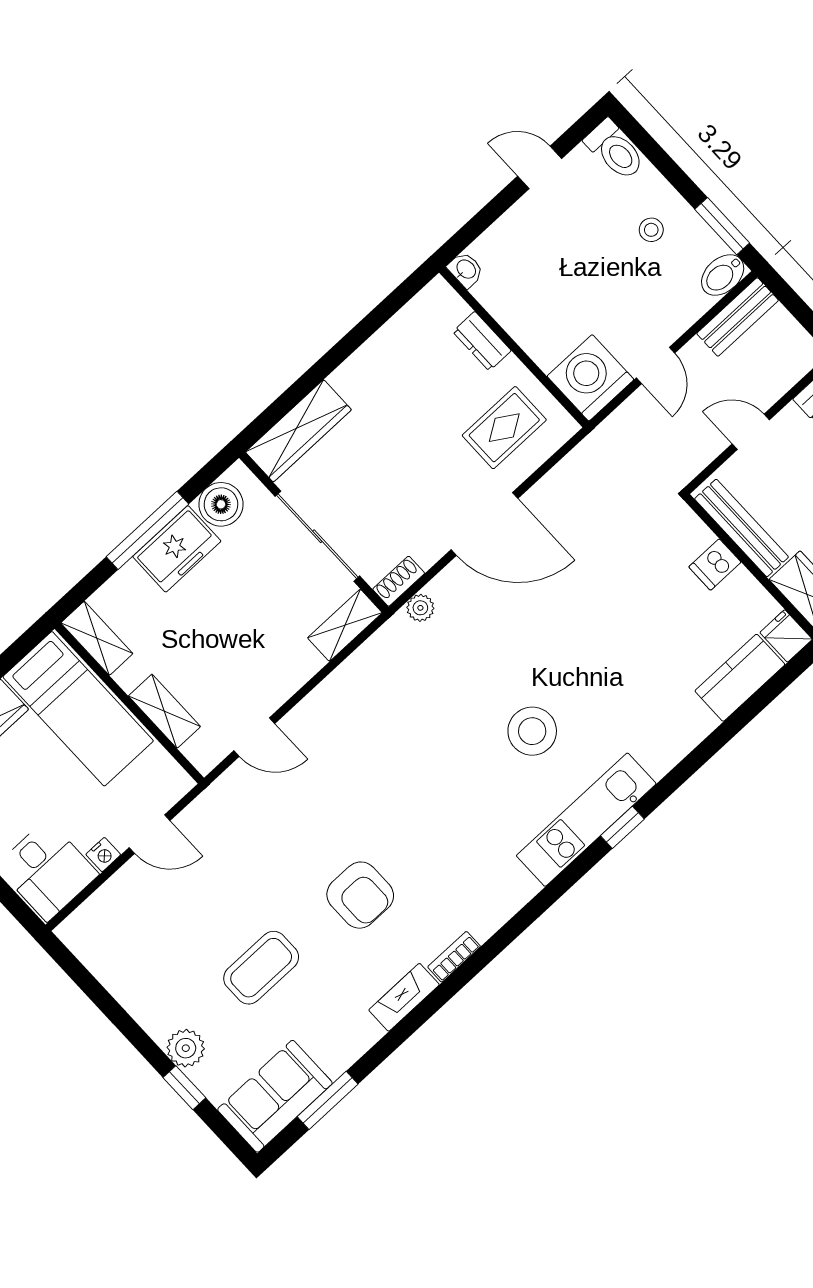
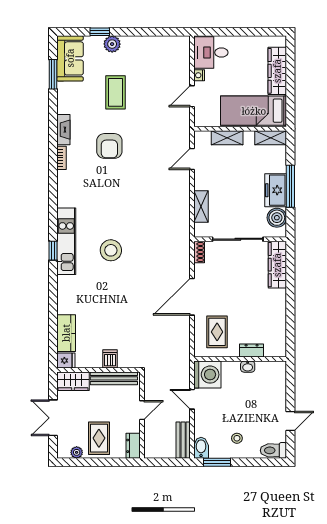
washbasin: (466, 270) -> (248, 367), moved
plant: (420, 608) -> (184, 251), removed
shelving: (345, 625) -> (201, 207), moved
armchair: (360, 895) -> (109, 146), turned -90

